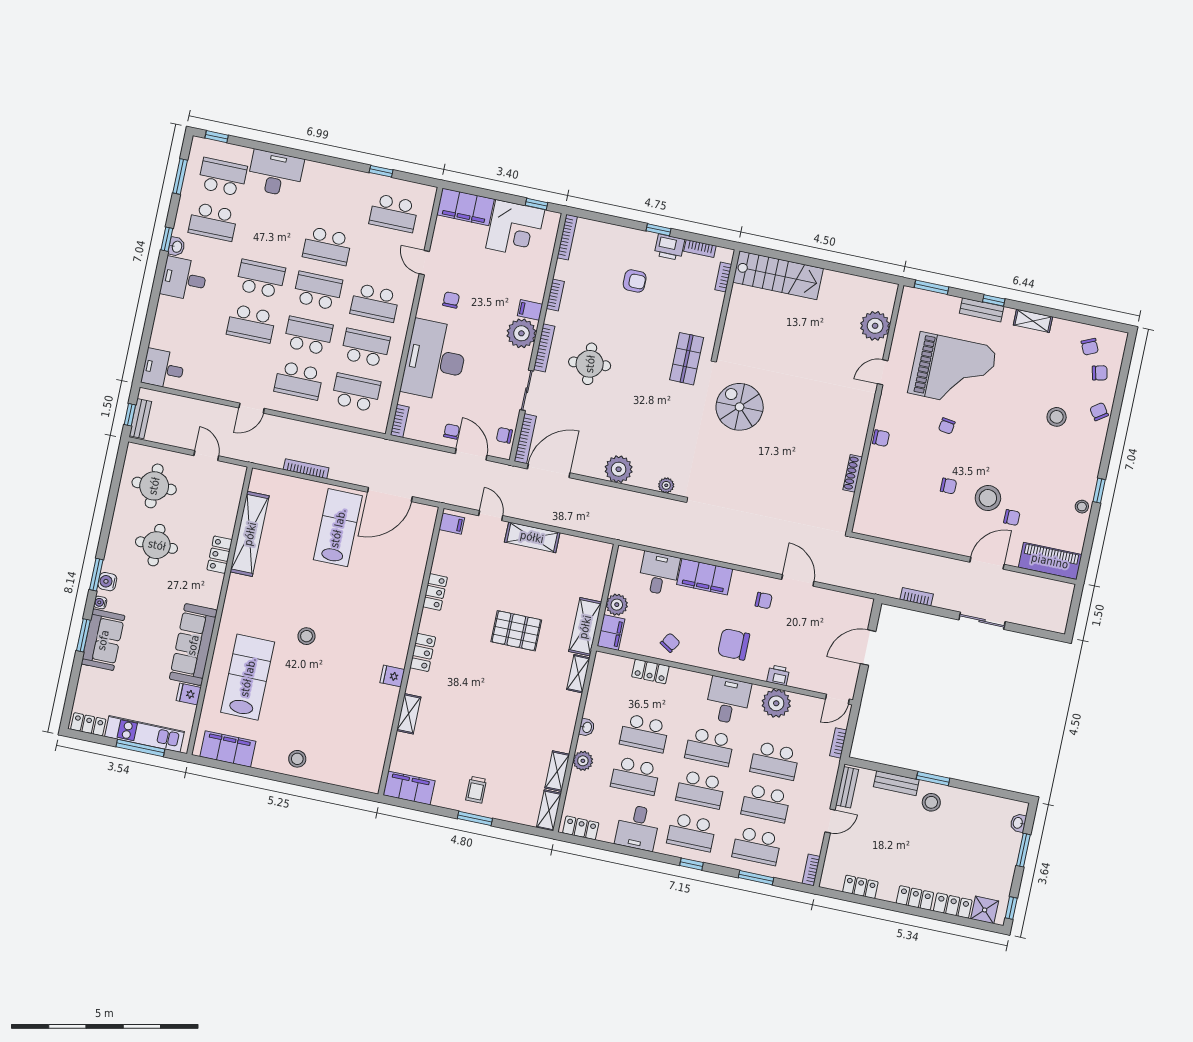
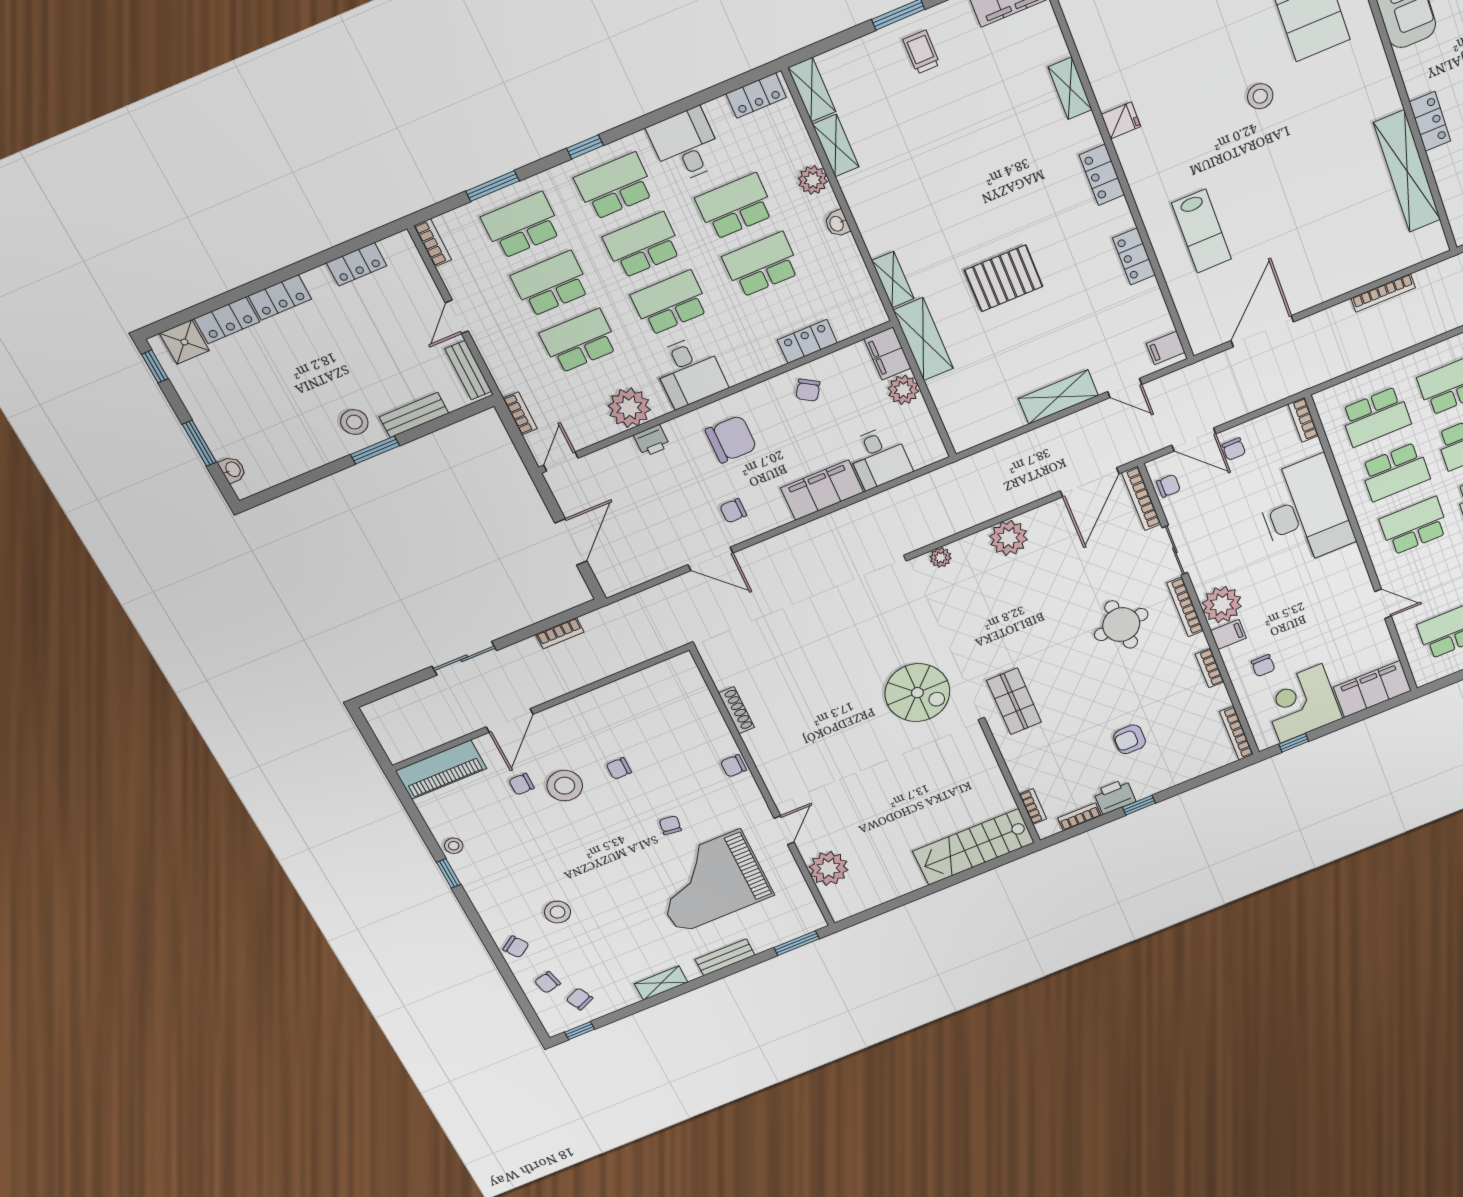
chair: (451, 300) -> (1263, 666), moved
window: (994, 300) -> (580, 1031), moved
lab bench: (338, 528) -> (1202, 231), moved, width x0.73, depth x0.72

